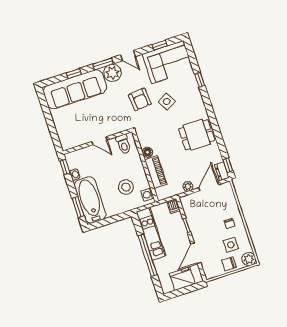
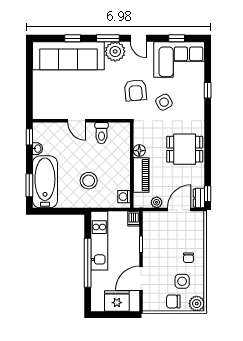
floor lamp: (147, 152) -> (139, 151), moved
wall: (145, 166) -> (132, 165), moved
piano: (156, 172) -> (141, 175), moved
washing machine: (147, 195) -> (124, 197), moved

